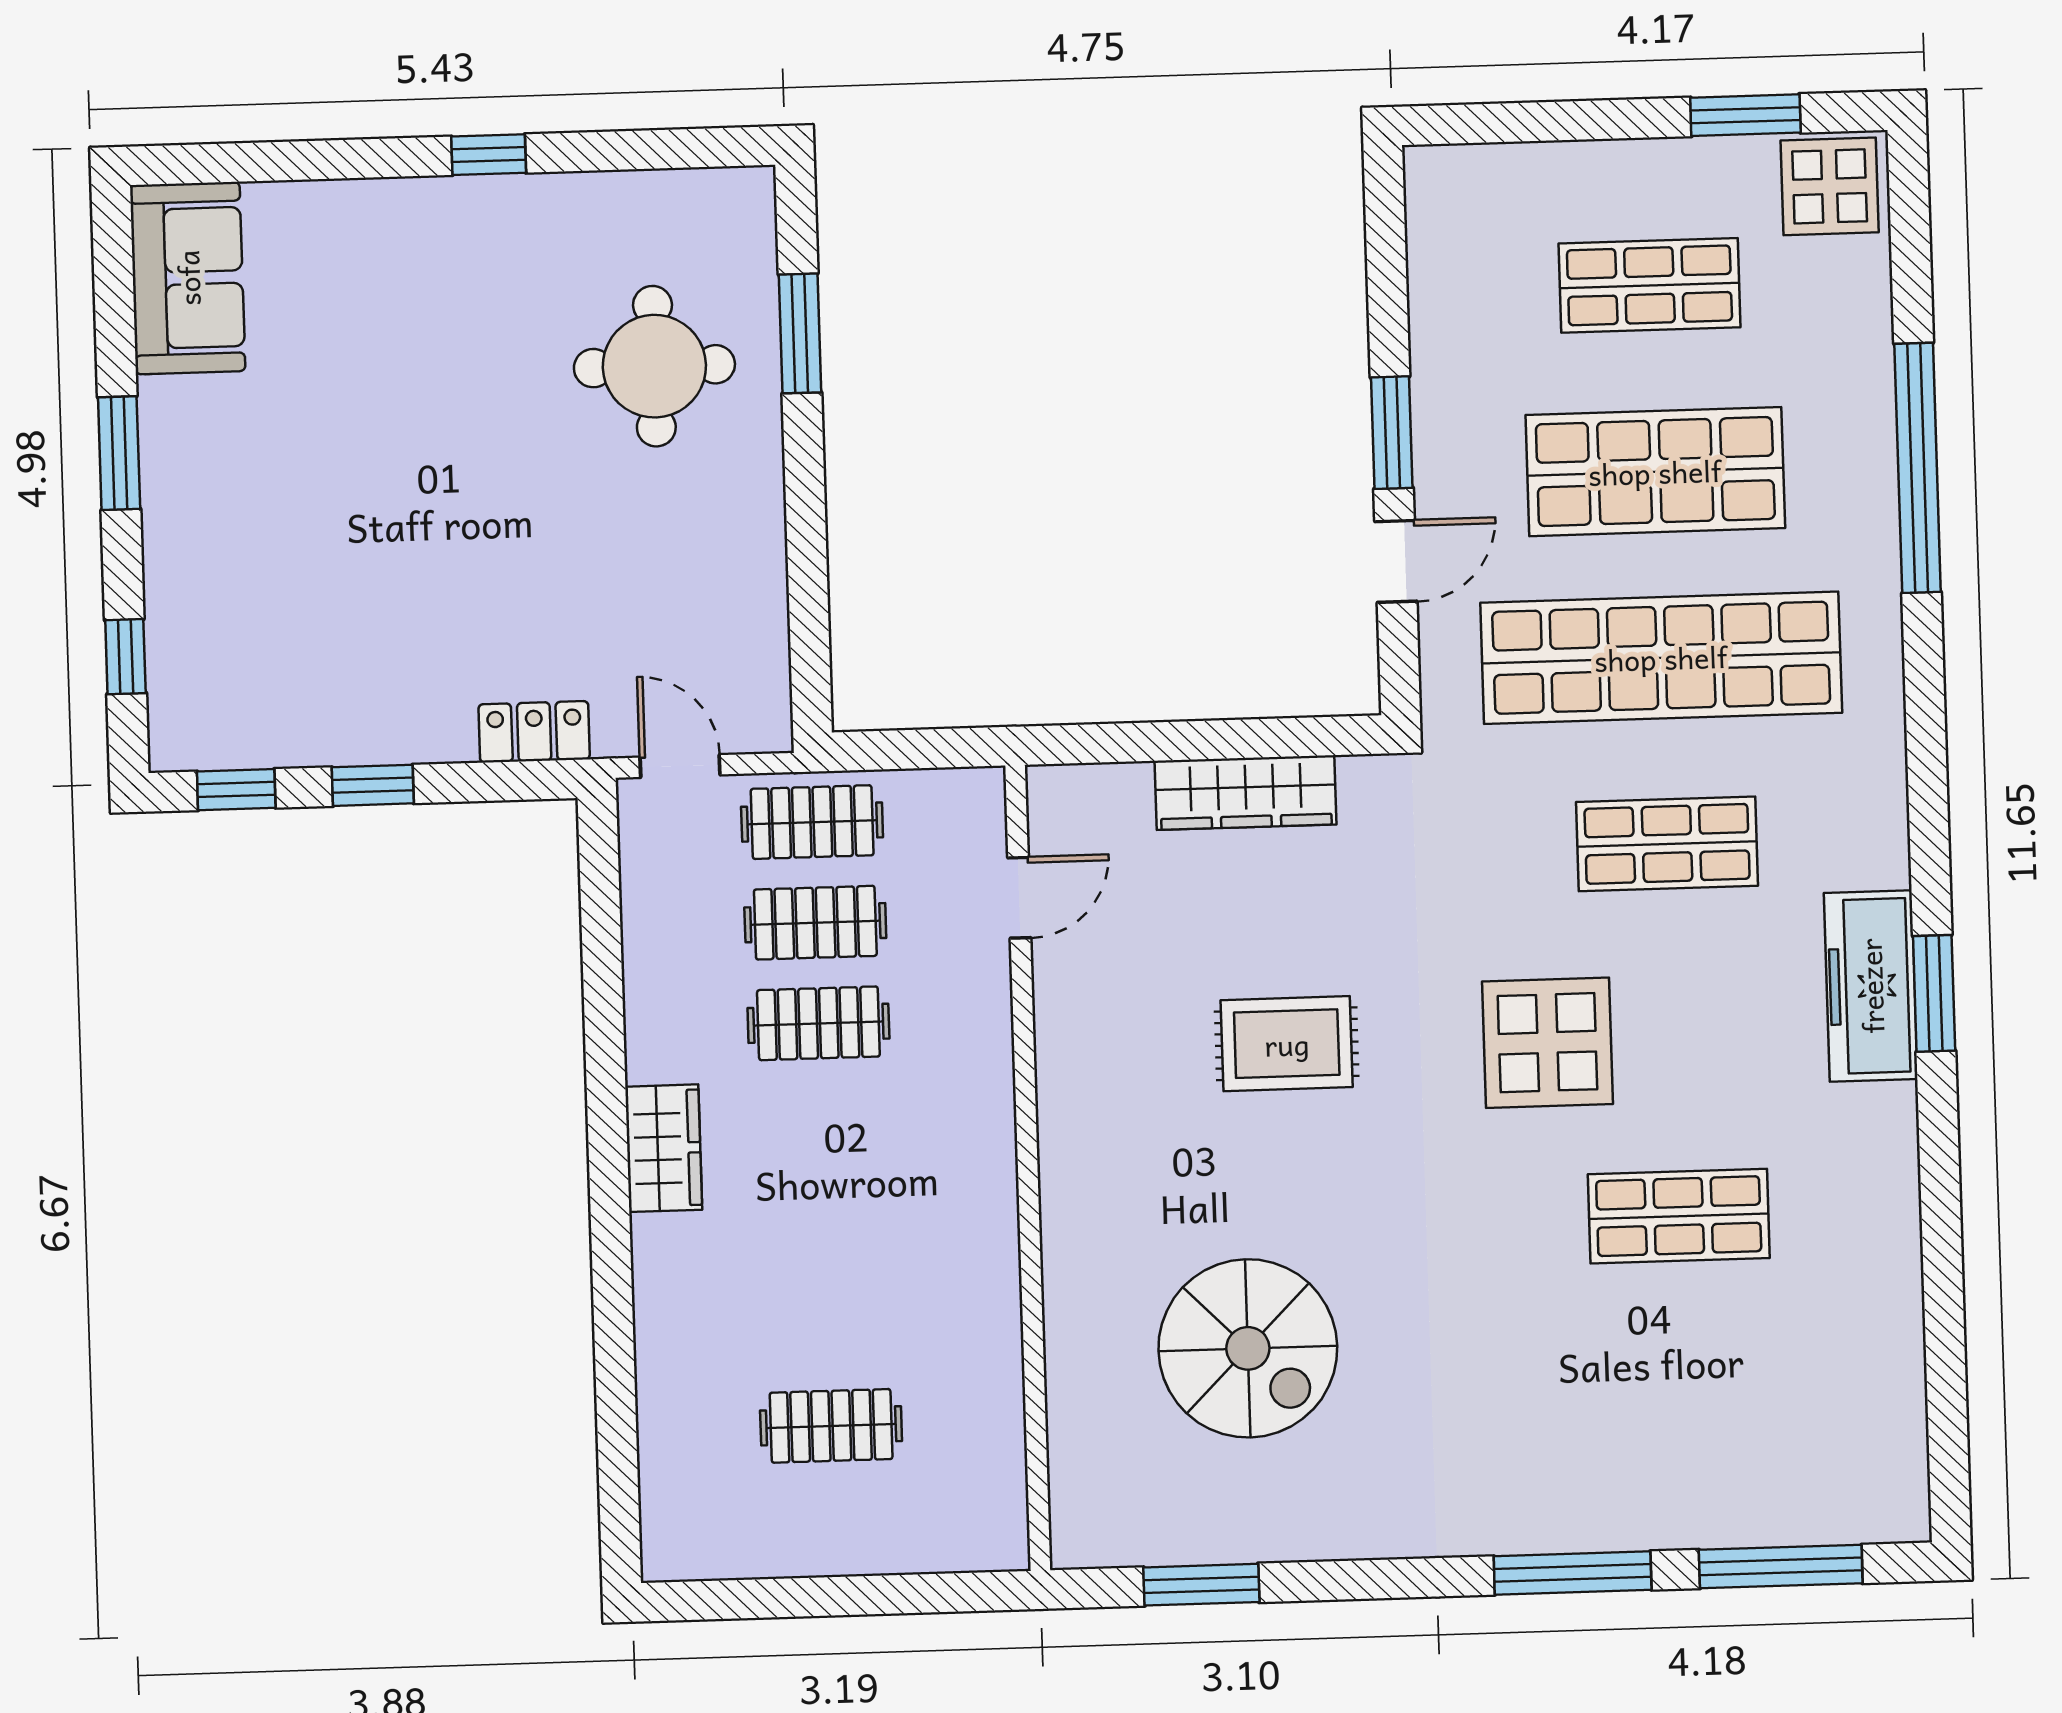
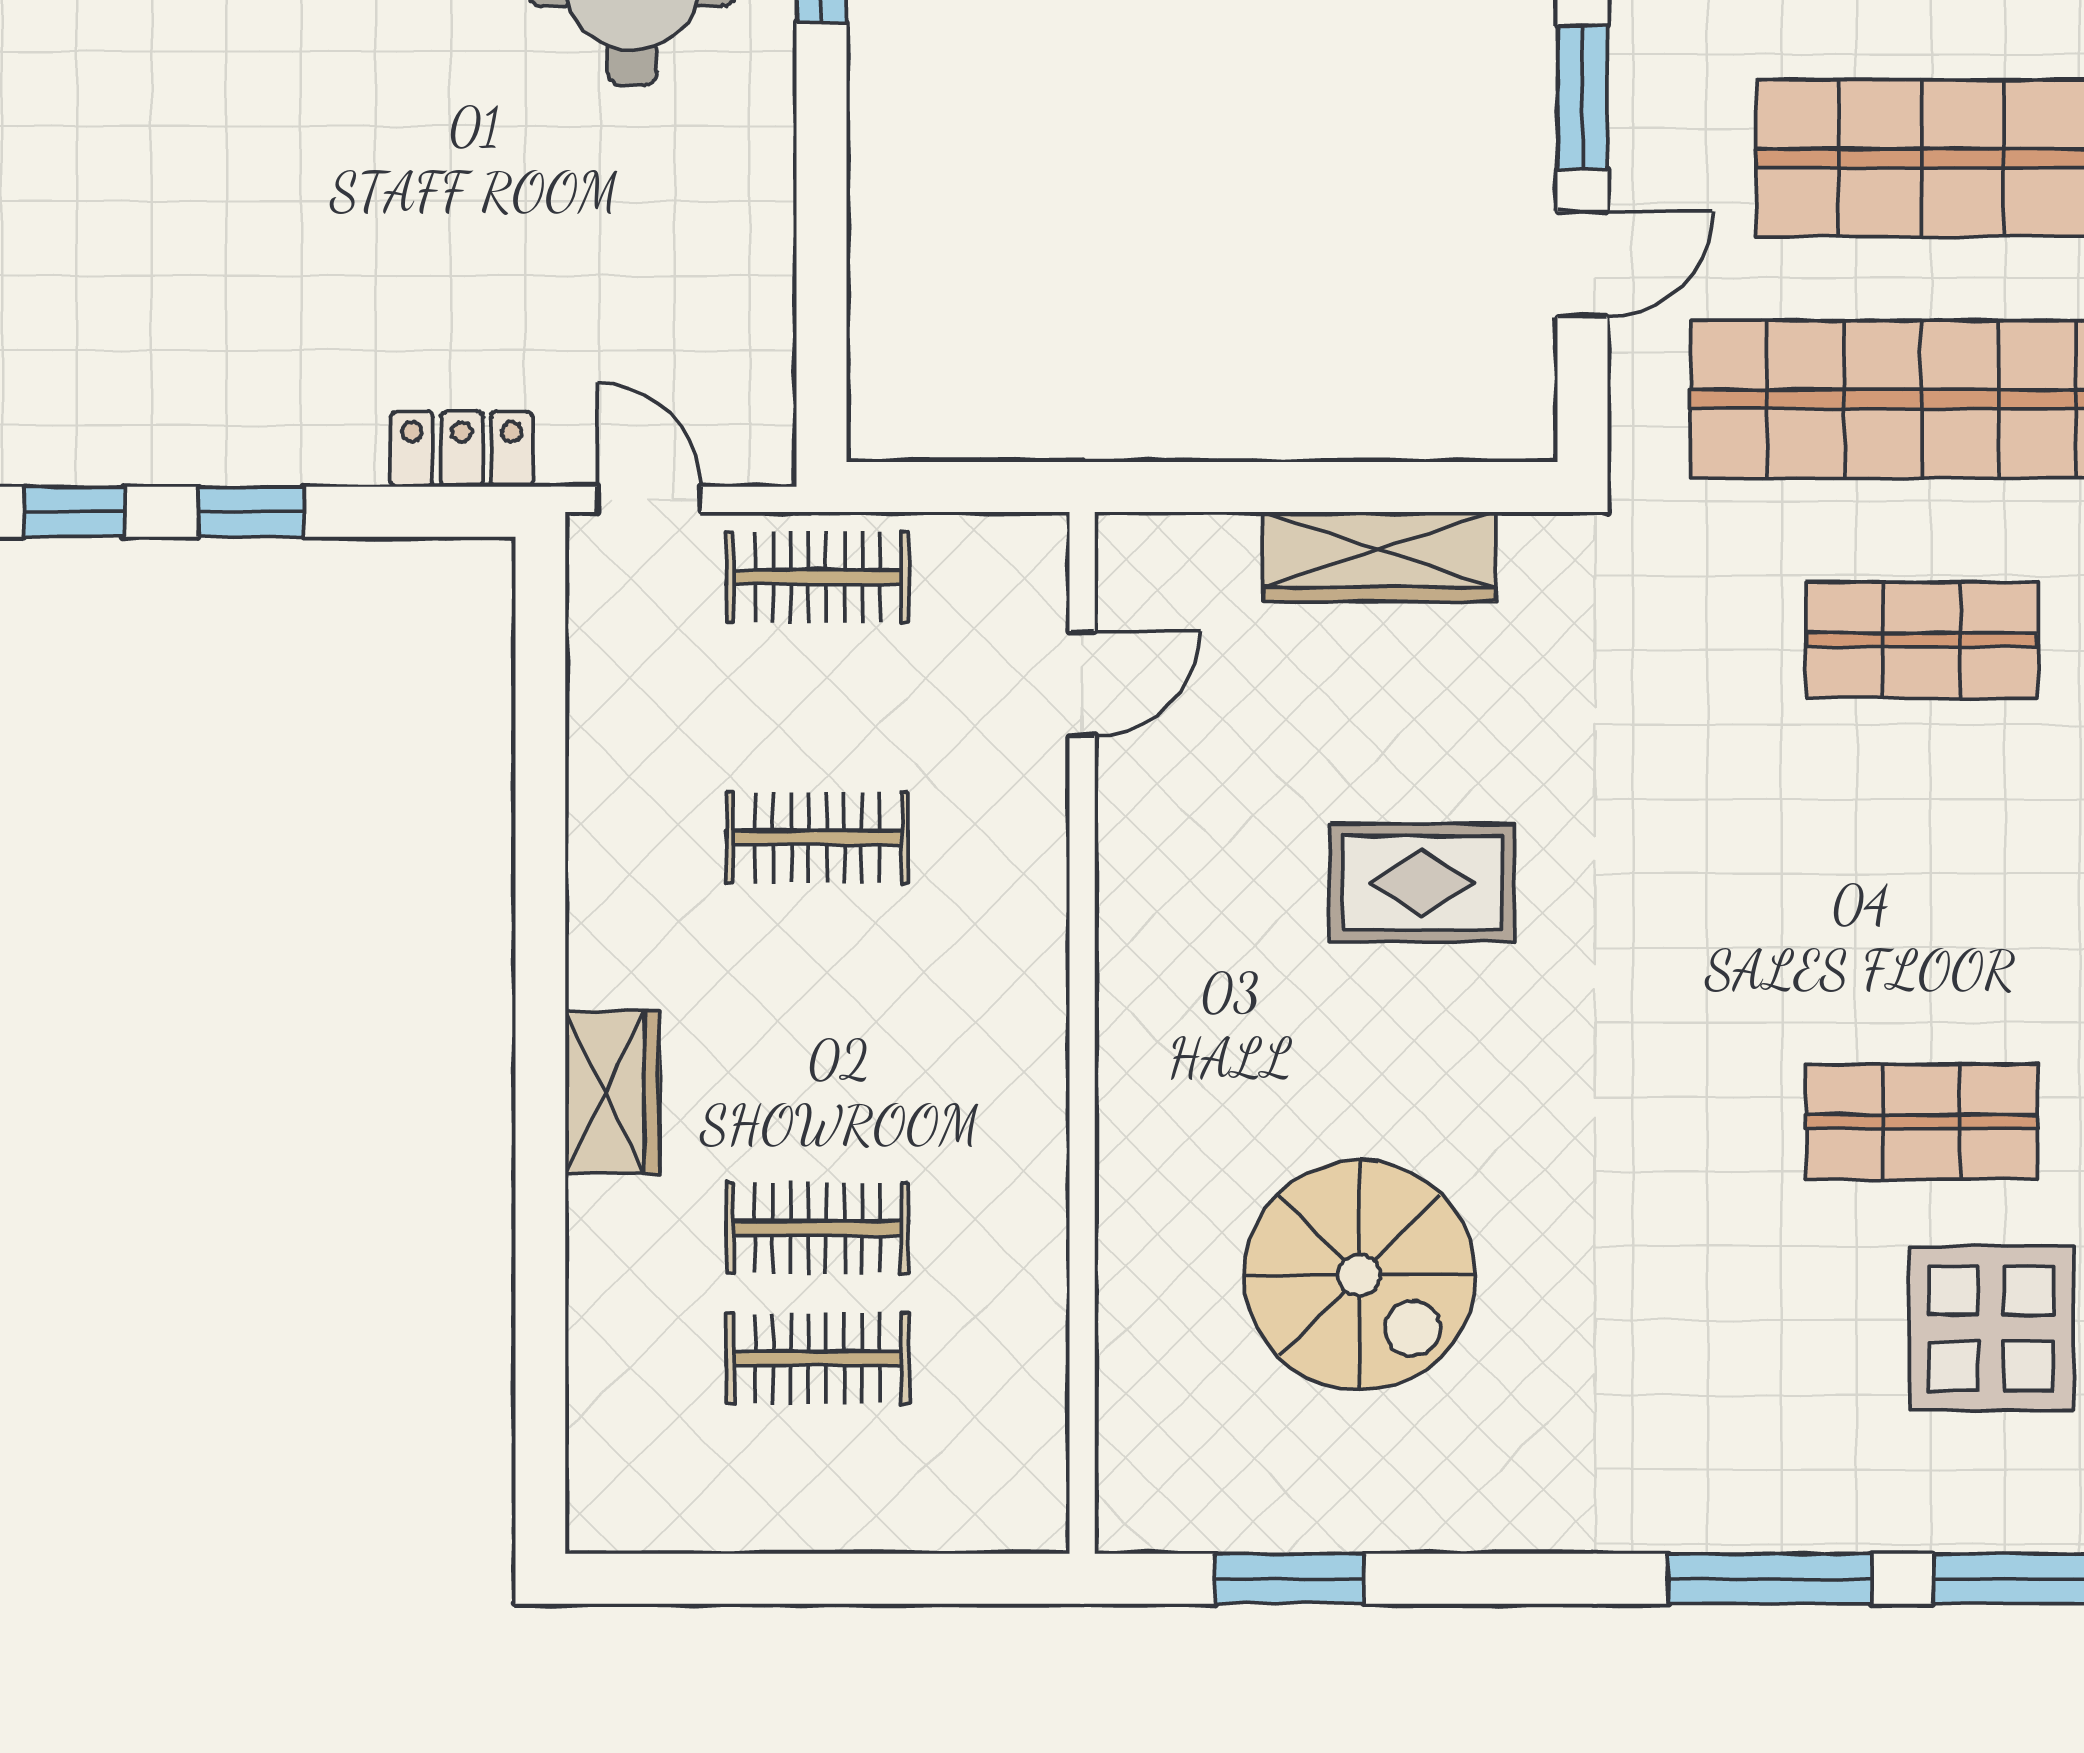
clothes rail: (815, 923) -> (817, 1228), moved
display table: (1547, 1043) -> (1991, 1328), moved
wardrobe: (664, 1148) -> (612, 1092), moved

